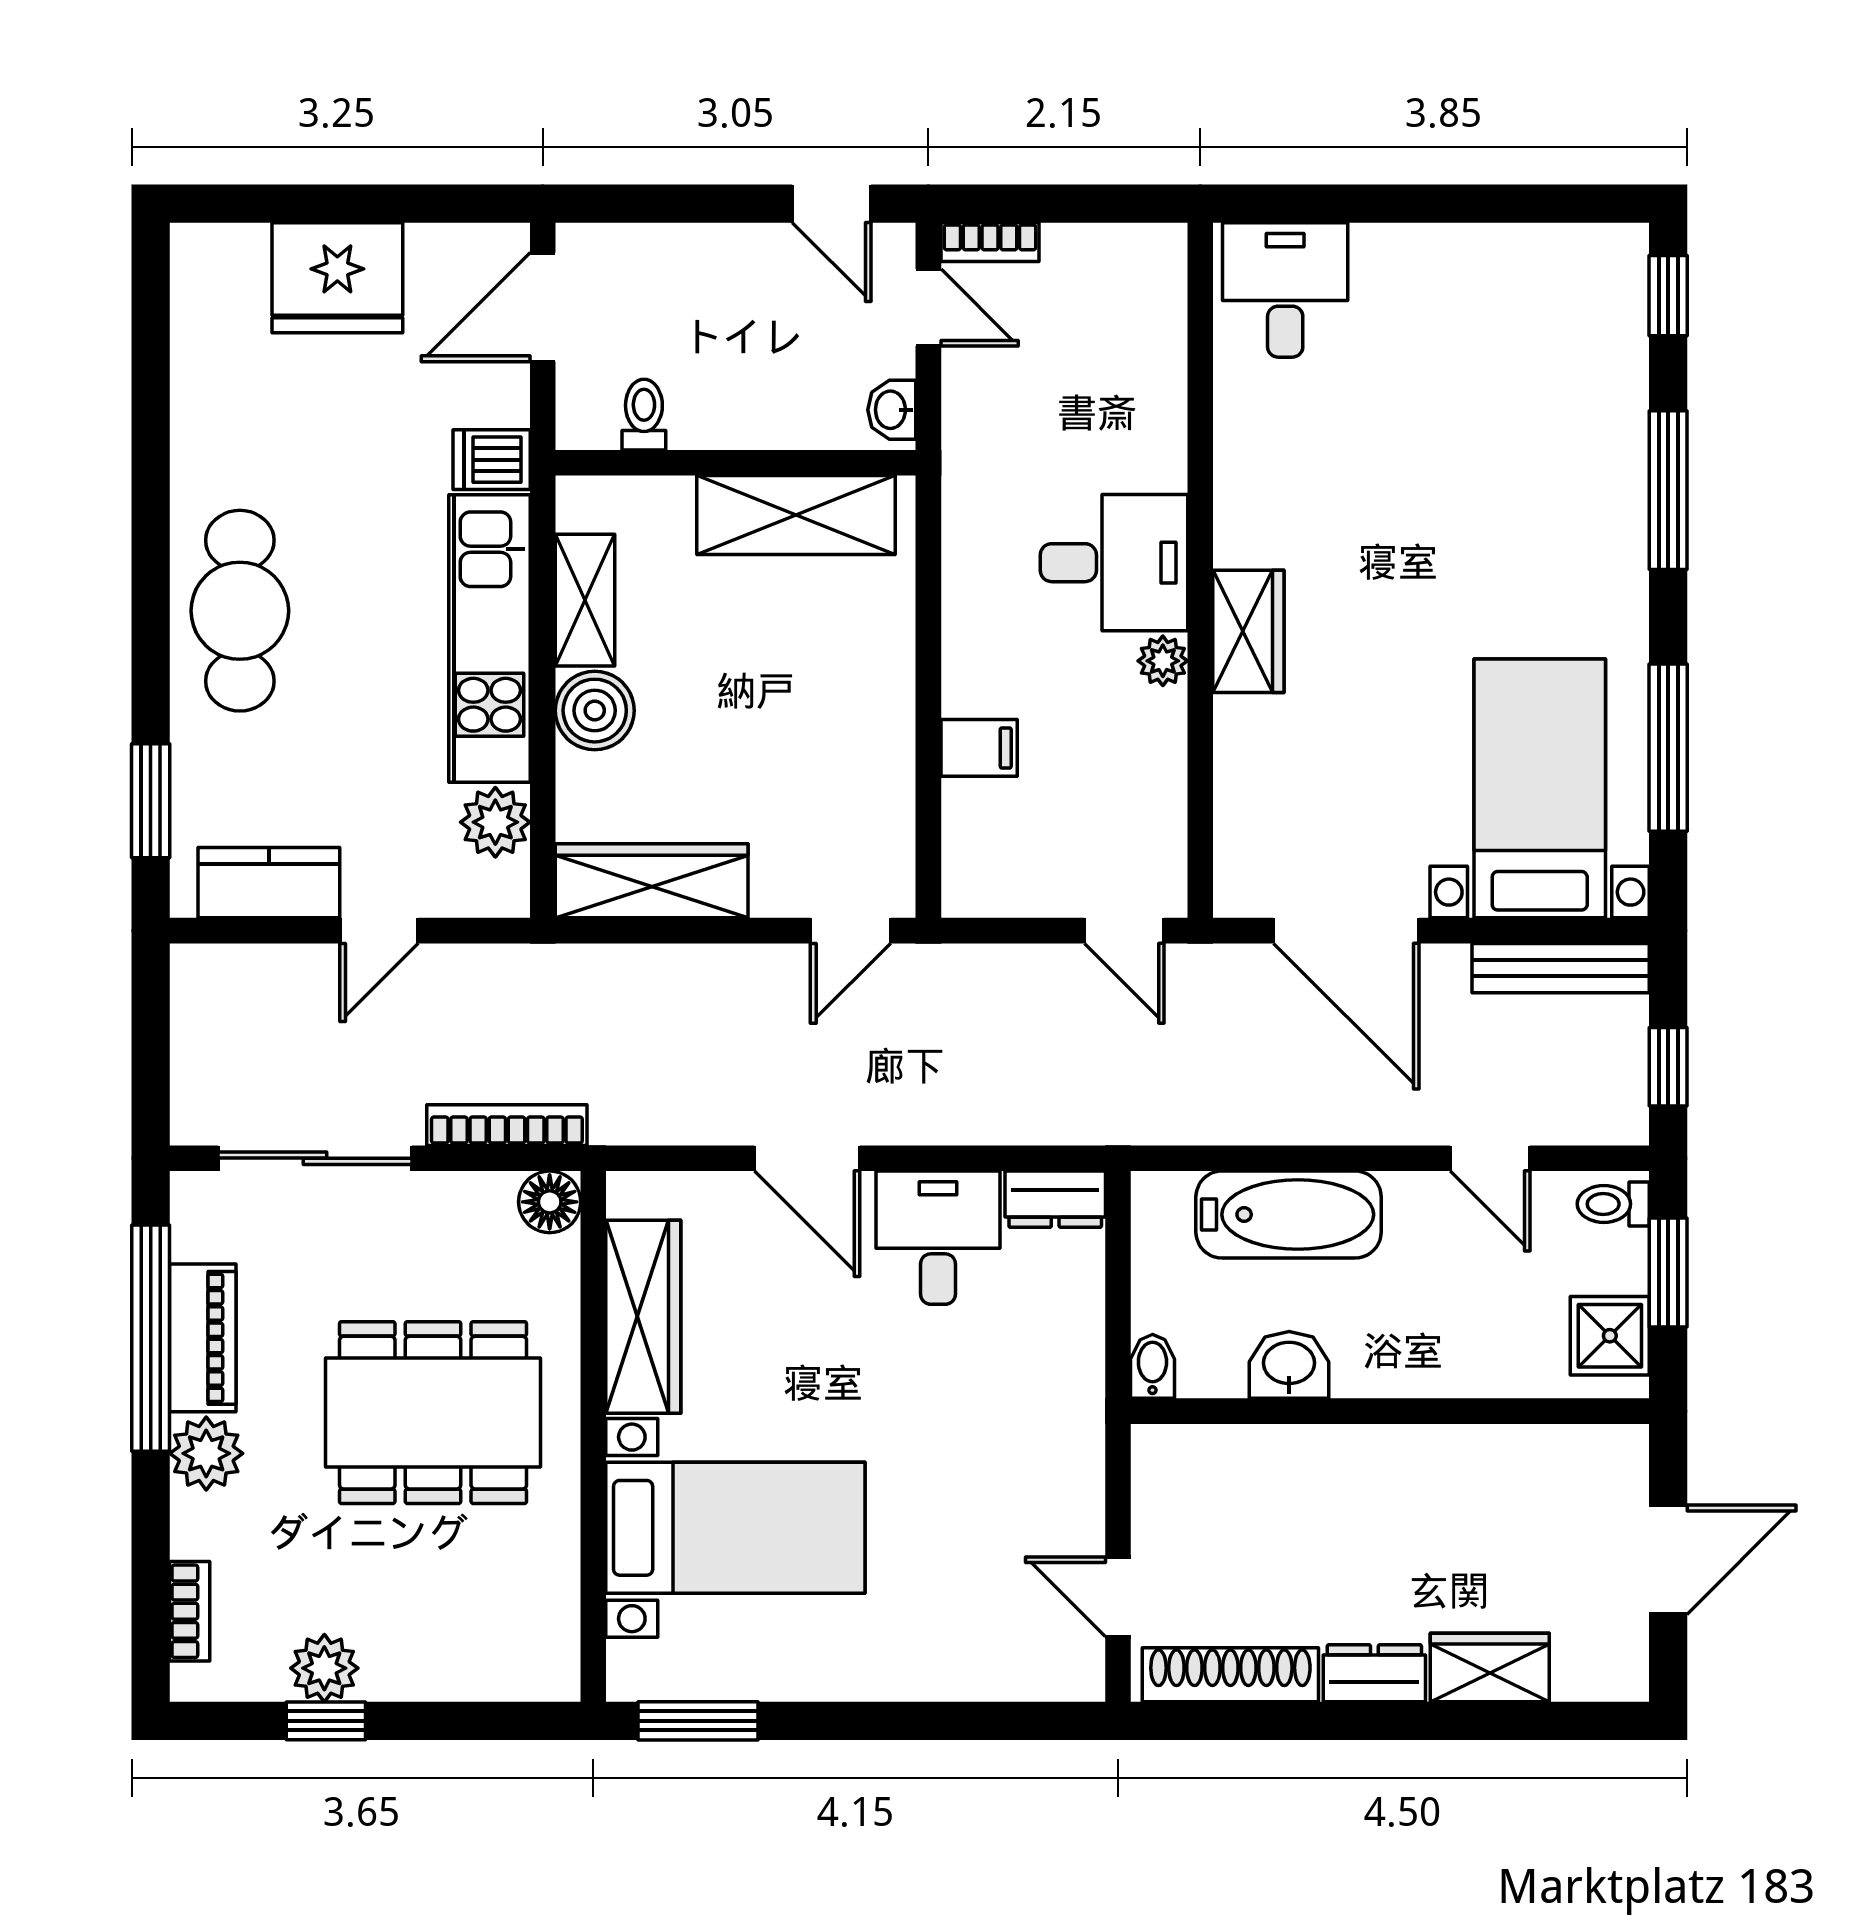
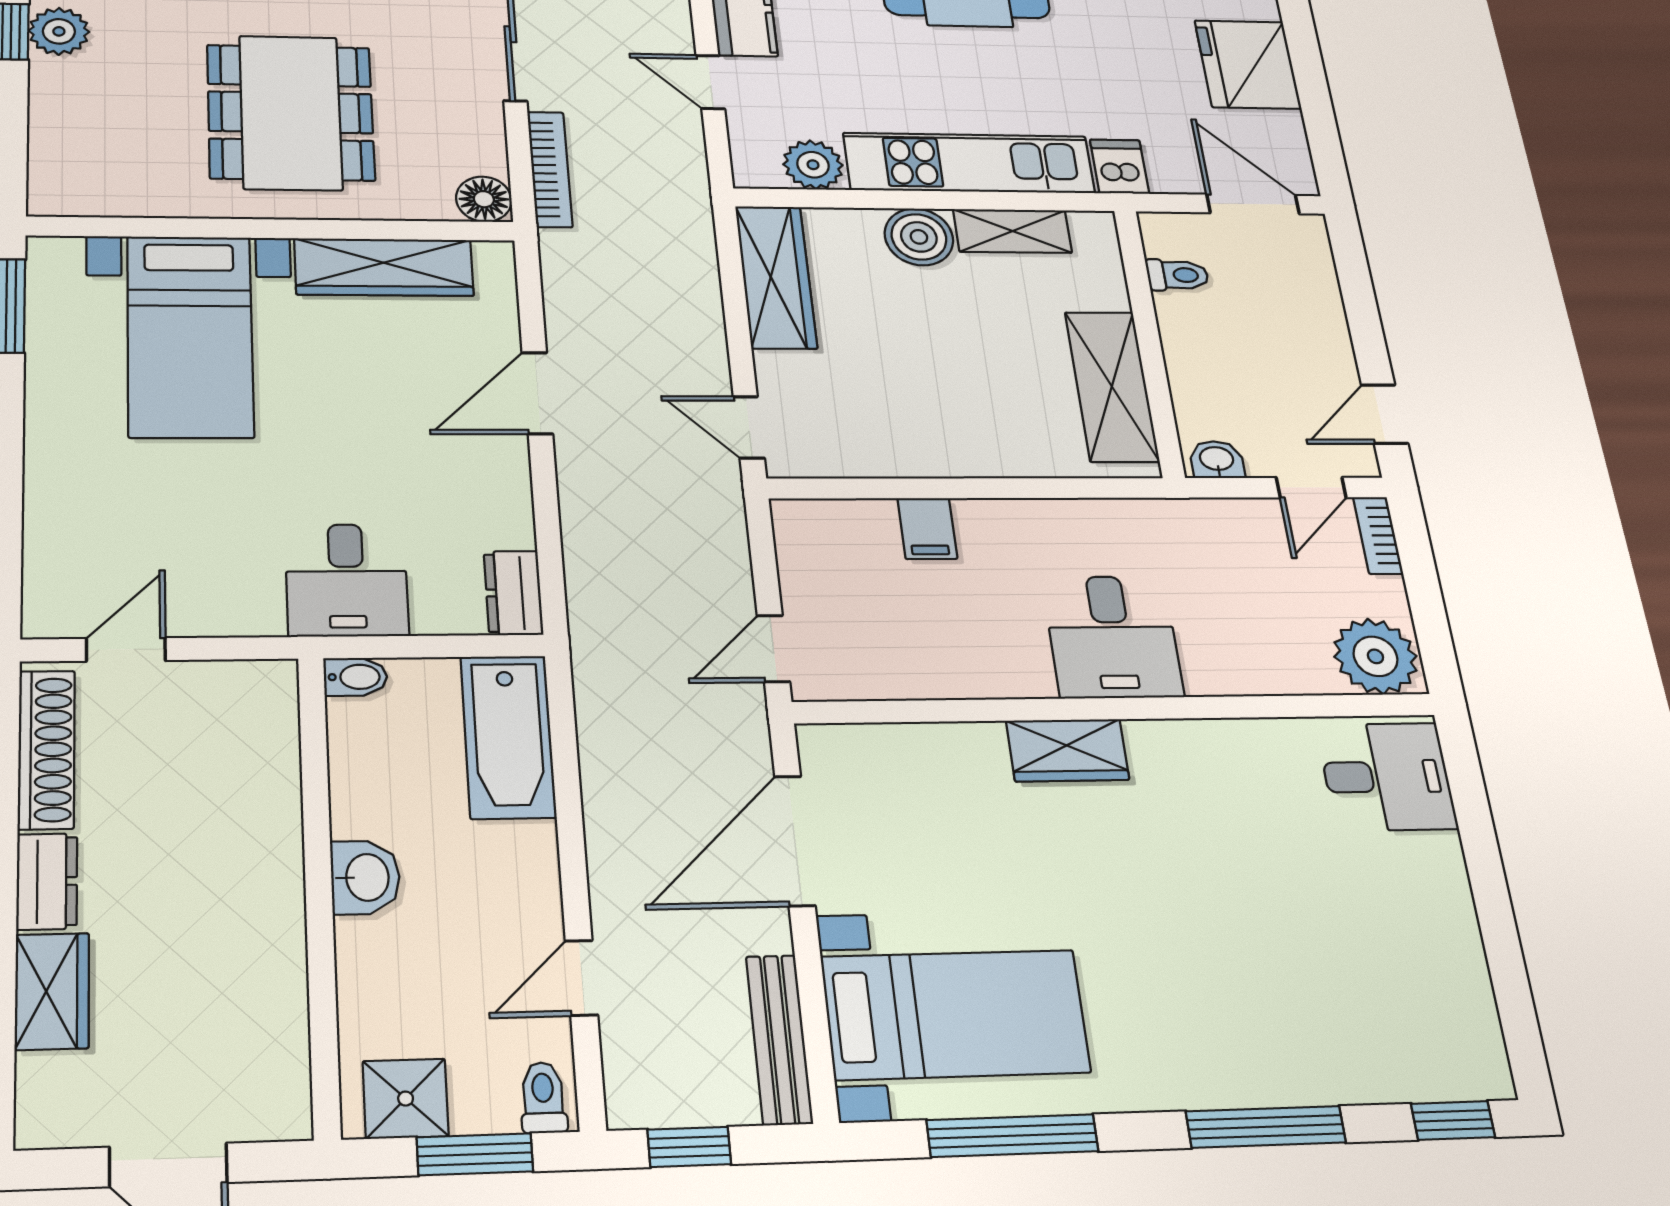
plant: (1163, 661) -> (1375, 656), moved, width x1.87, depth x1.87
bathtub: (1289, 1215) -> (508, 737), moved
desk: (938, 1238) -> (347, 580), moved, turned 90
washbasin: (1289, 1365) -> (365, 877), moved

